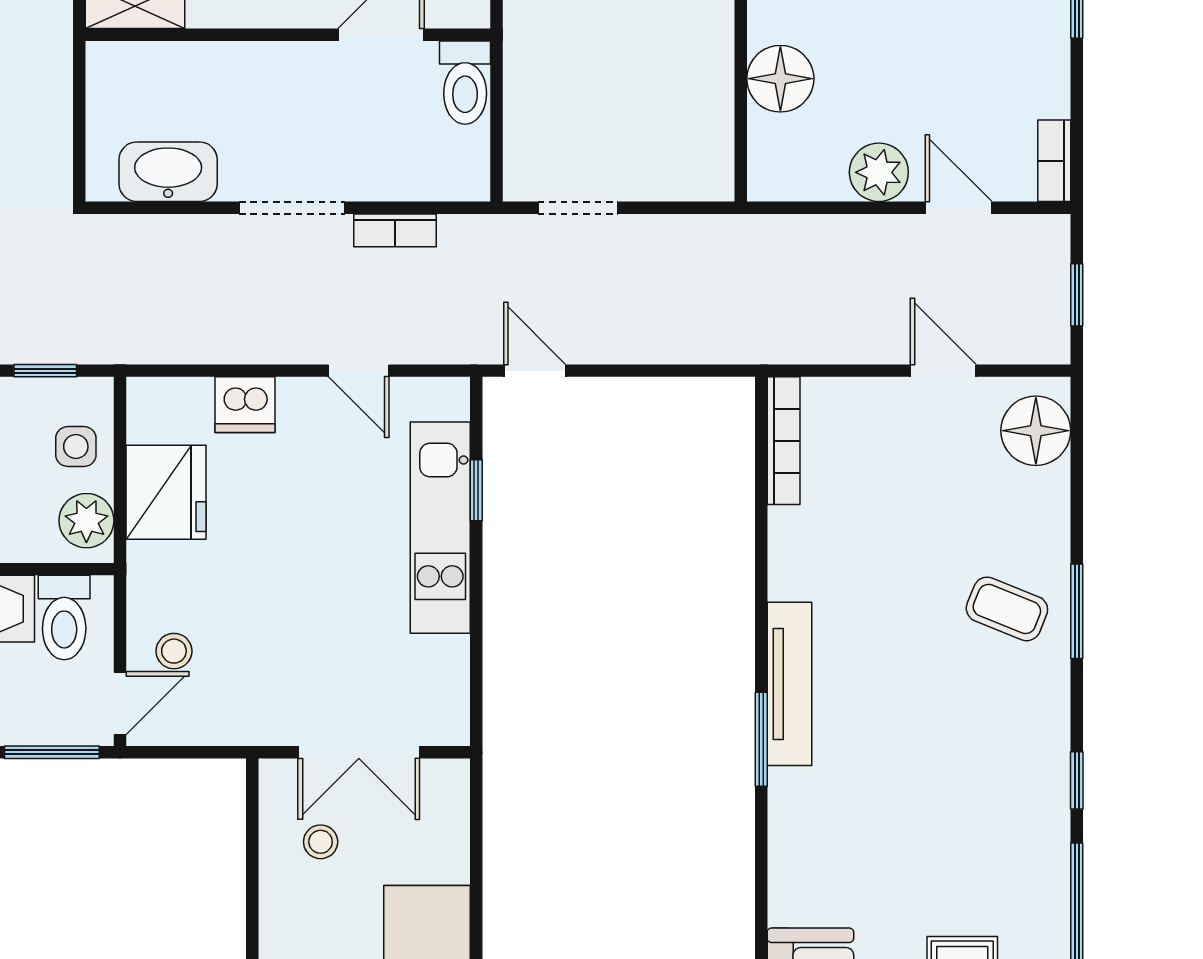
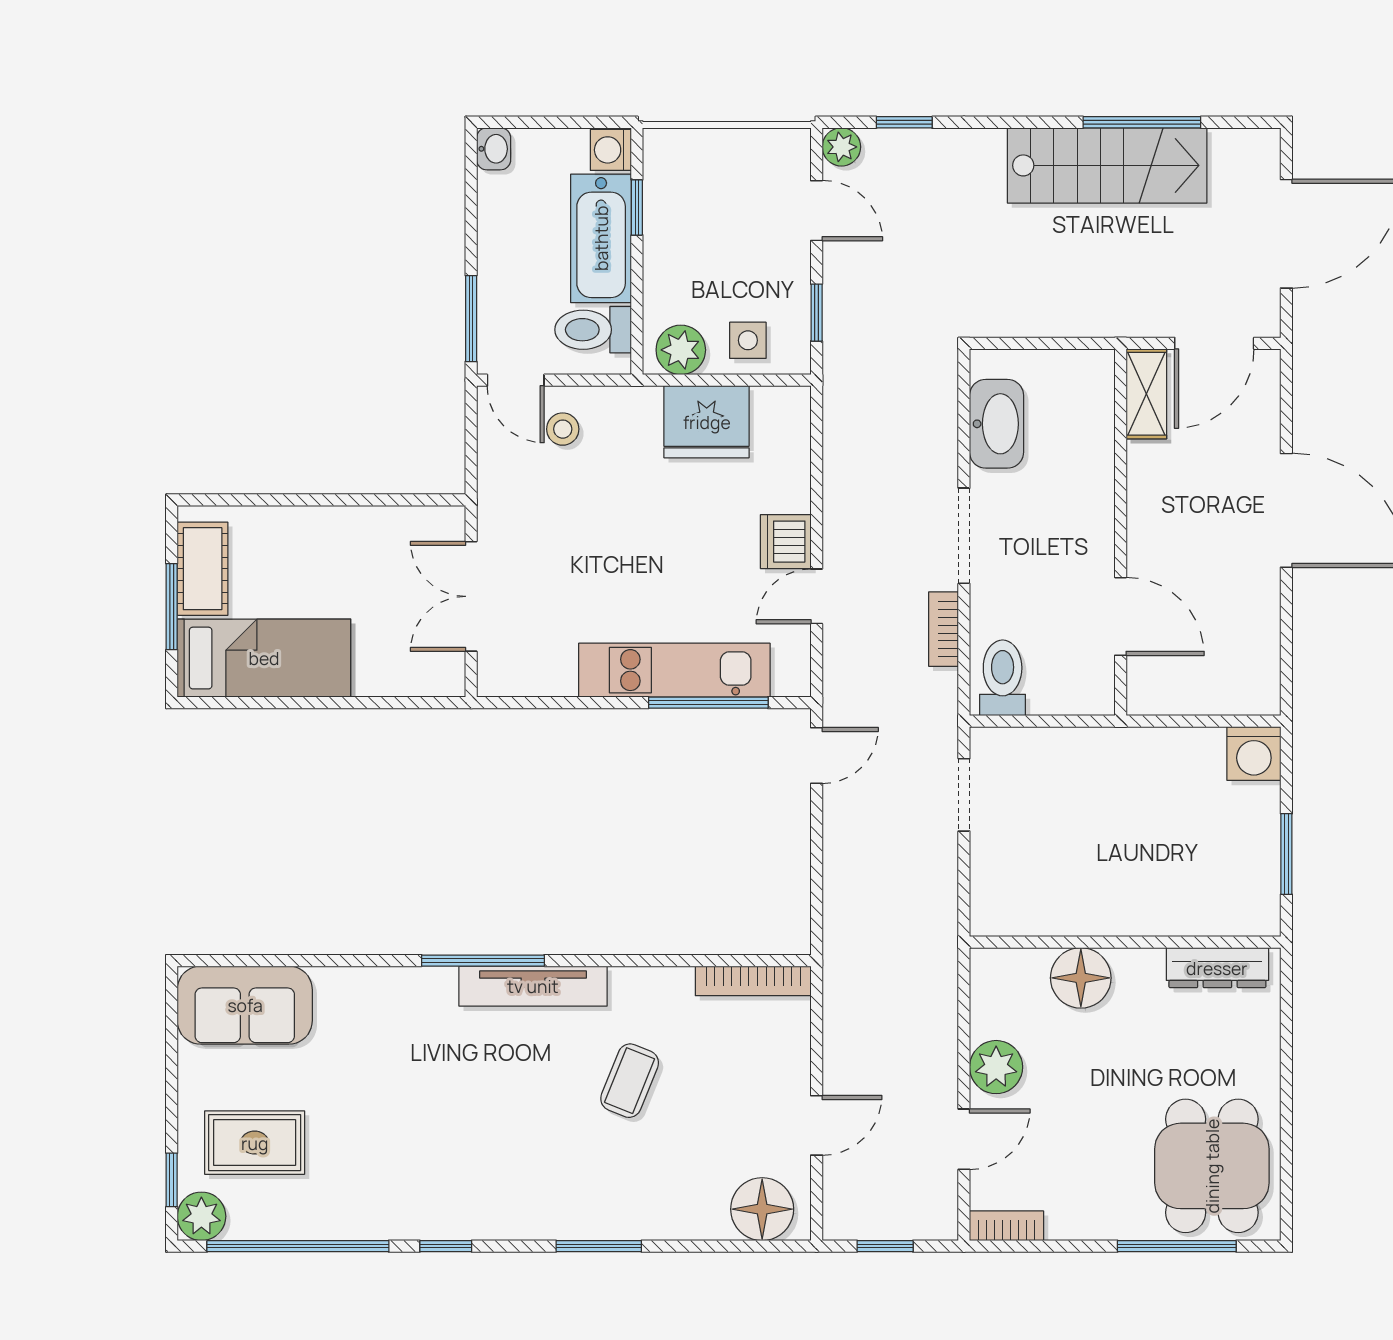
toilet: (465, 83) -> (1003, 678), moved, turned 90
dishwasher: (245, 405) -> (786, 542), moved
window: (476, 490) -> (708, 703), width x2.17
coffee table: (1007, 609) -> (630, 1081), moved
window: (761, 739) -> (483, 961), width x1.44
stool: (321, 842) -> (390, 562), removed

